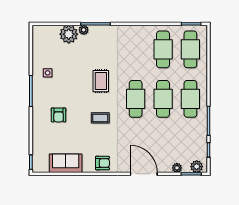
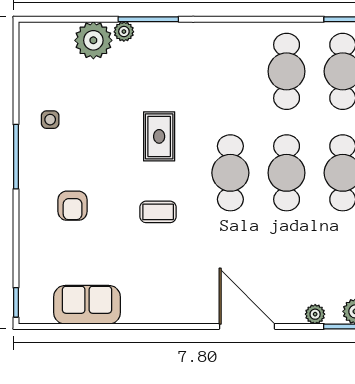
armchair: (102, 163) -> (162, 304), removed

